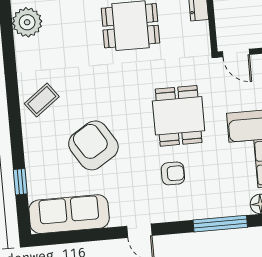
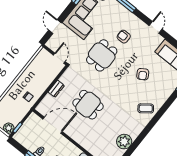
armchair: (93, 145) -> (143, 74), width x0.53, depth x0.53

